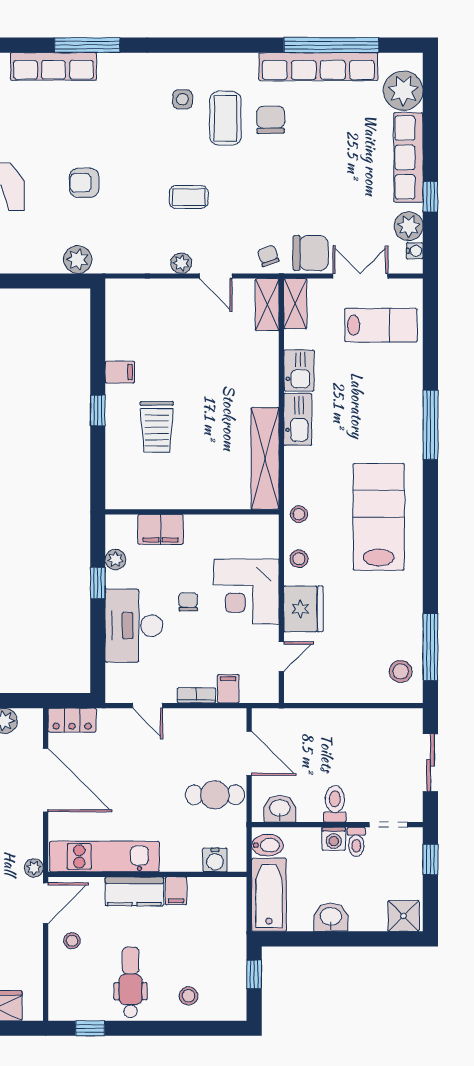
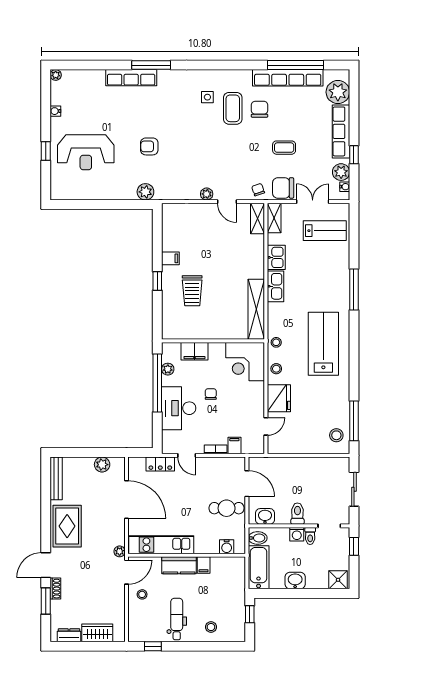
coffee table: (189, 197) -> (284, 148), moved
chair: (311, 253) -> (283, 188), turned 180
window: (98, 583) -> (157, 383), width x3.17
corner desk: (246, 592) -> (245, 362), moved
locker: (72, 720) -> (160, 464), moved

